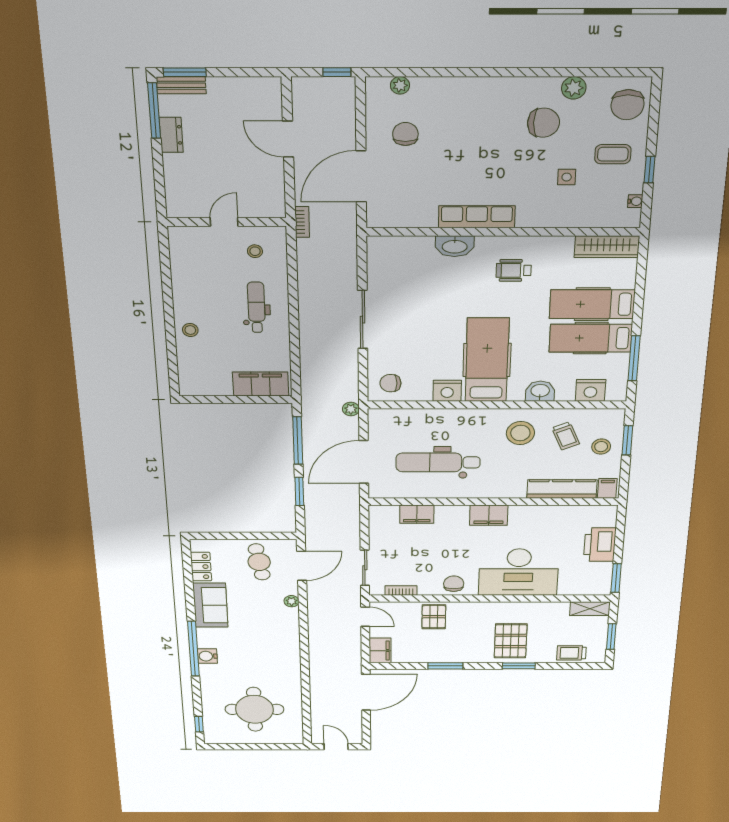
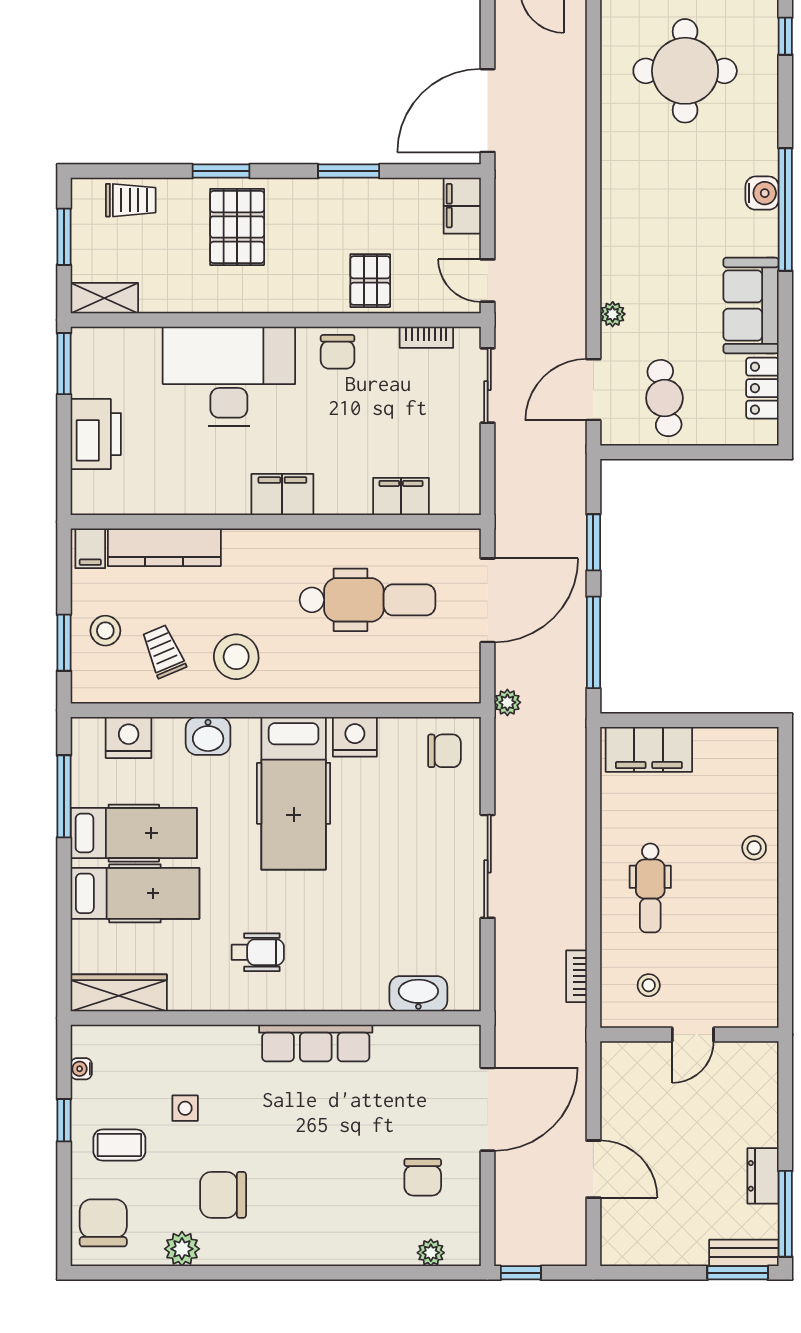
bookcase: (302, 222) -> (576, 976), moved
washbasin: (455, 246) -> (418, 994), moved

